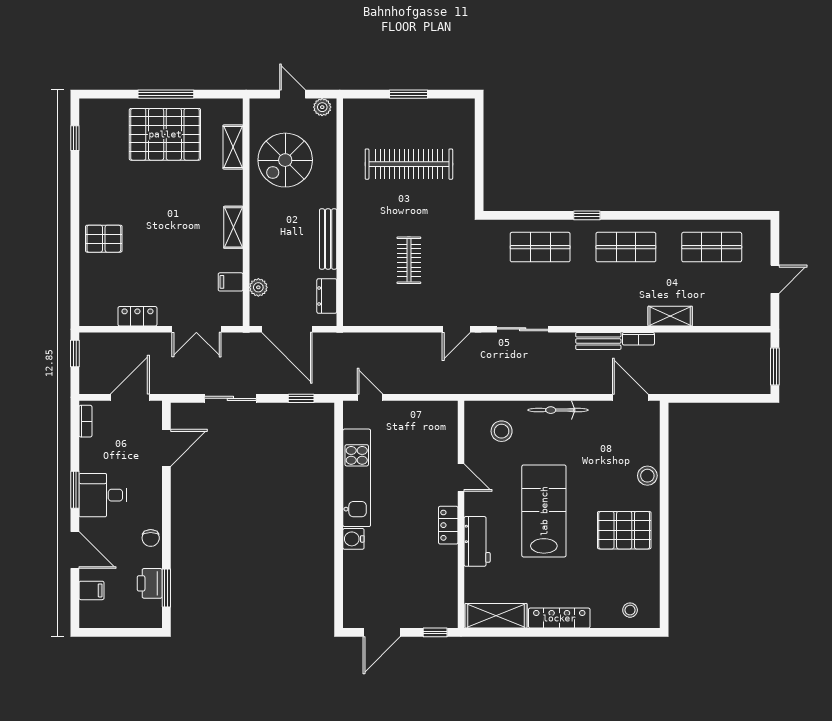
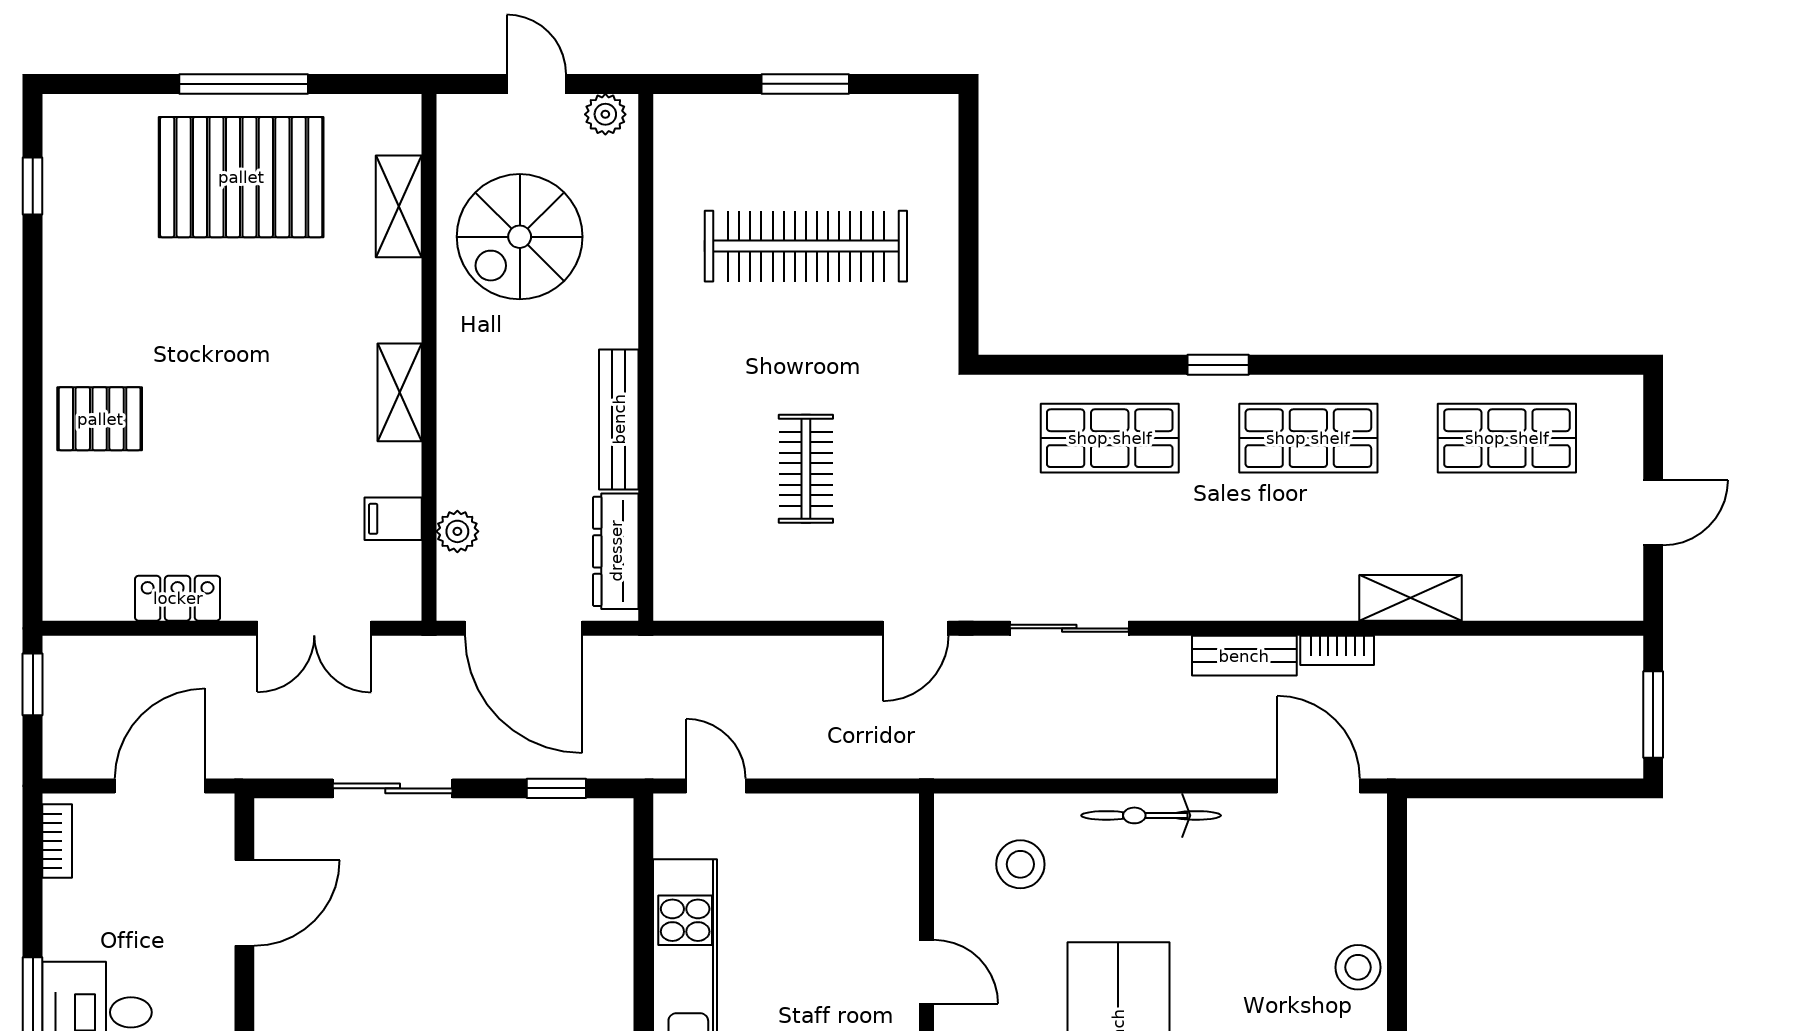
dresser: (327, 296) -> (616, 551), width x1.44

